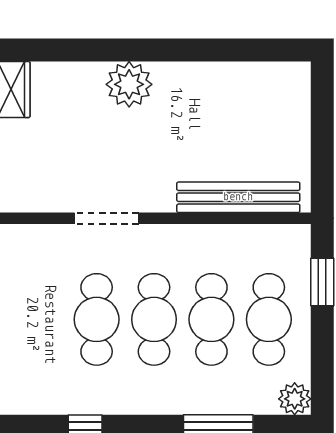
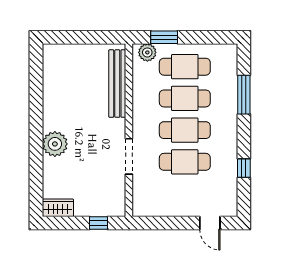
plant: (295, 399) -> (147, 52), moved

